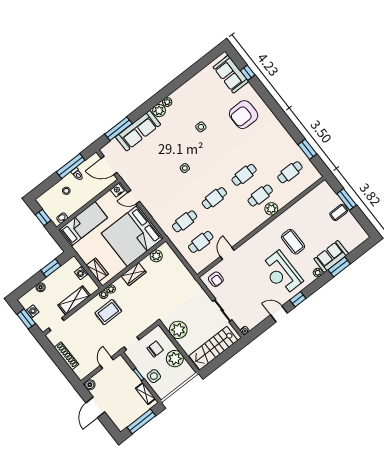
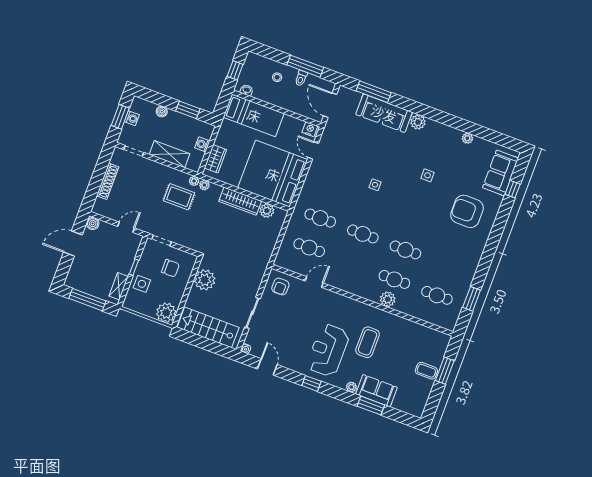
plant: (167, 102) -> (467, 138), moved
wardrobe: (134, 274) -> (240, 201), width x1.50
door: (279, 314) -> (267, 367), moved
plant: (175, 359) -> (166, 313), moved

